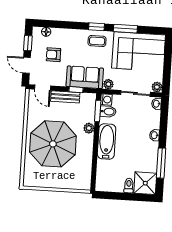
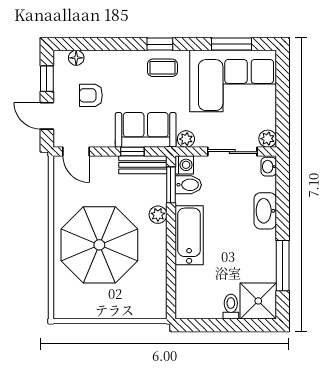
window: (125, 29) -> (232, 44), moved
bench: (65, 97) -> (143, 165), moved
washbasin: (155, 135) -> (265, 211), width x1.91, depth x1.45

